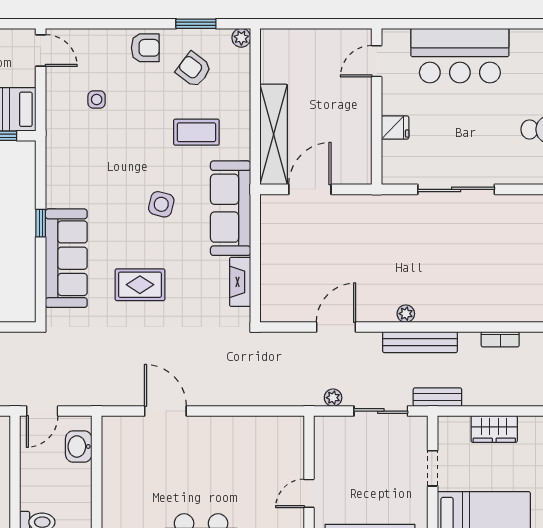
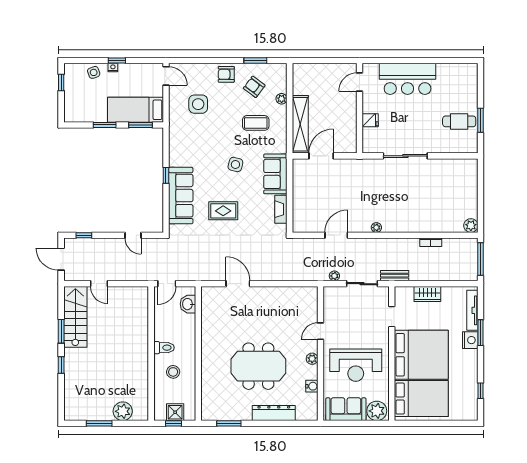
plant: (241, 38) -> (282, 99), moved
armchair: (145, 48) -> (226, 74), turned 180
side table: (97, 99) -> (198, 104), width x1.87, depth x1.87
sofa: (231, 208) -> (275, 174), width x0.73
bench: (420, 342) -> (385, 244), removed

